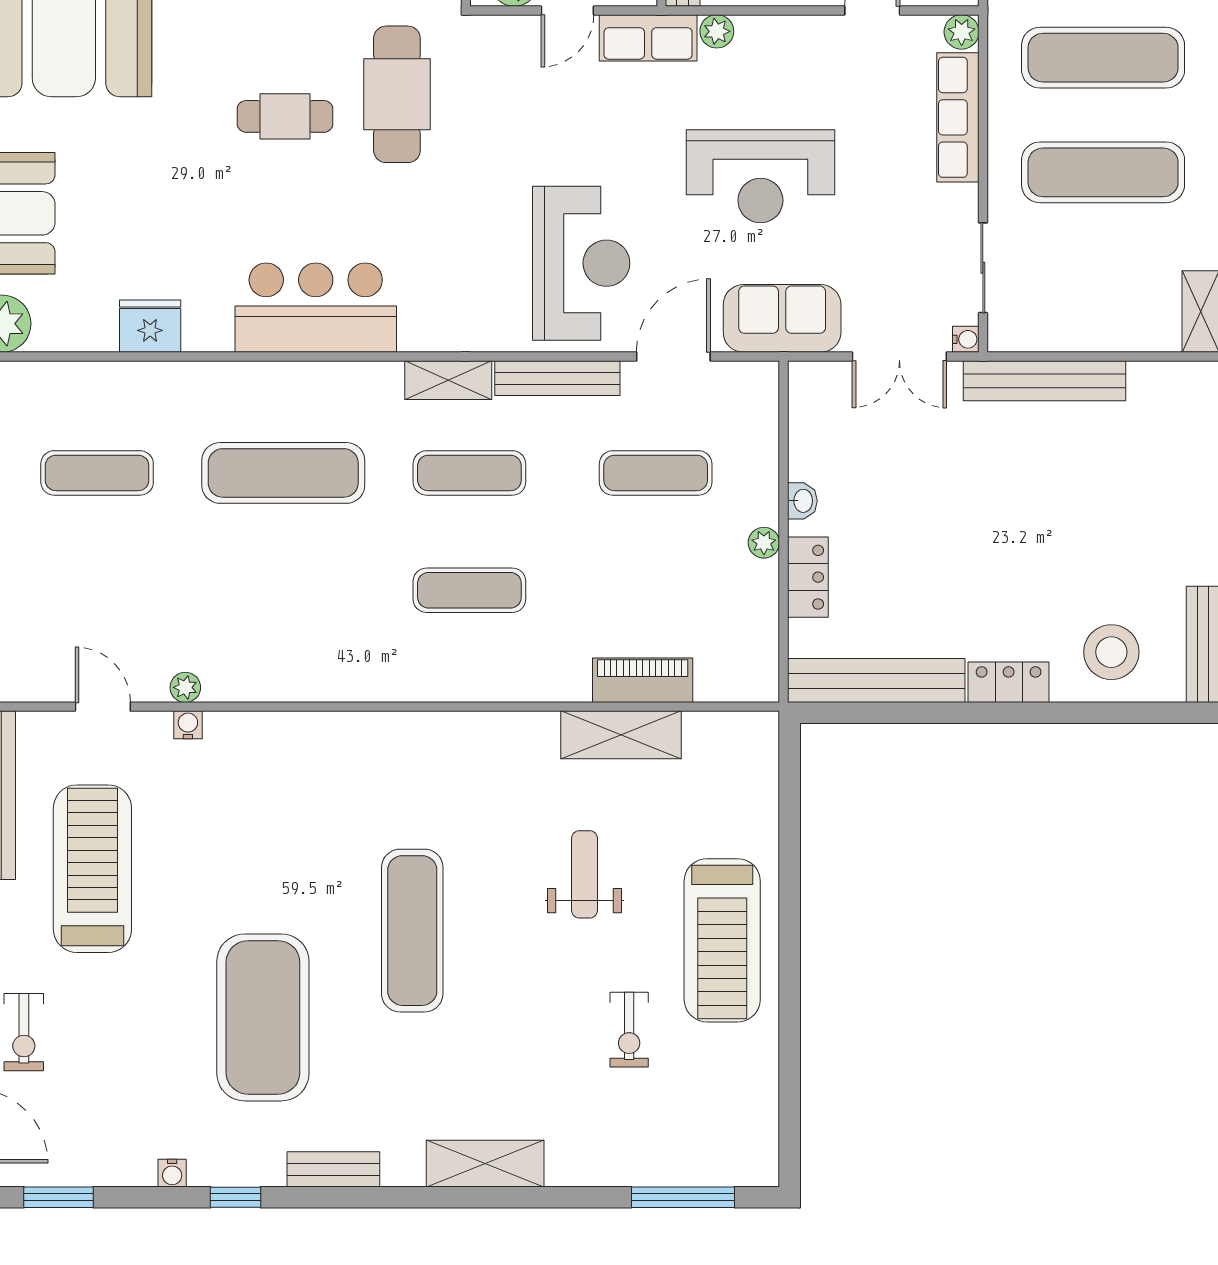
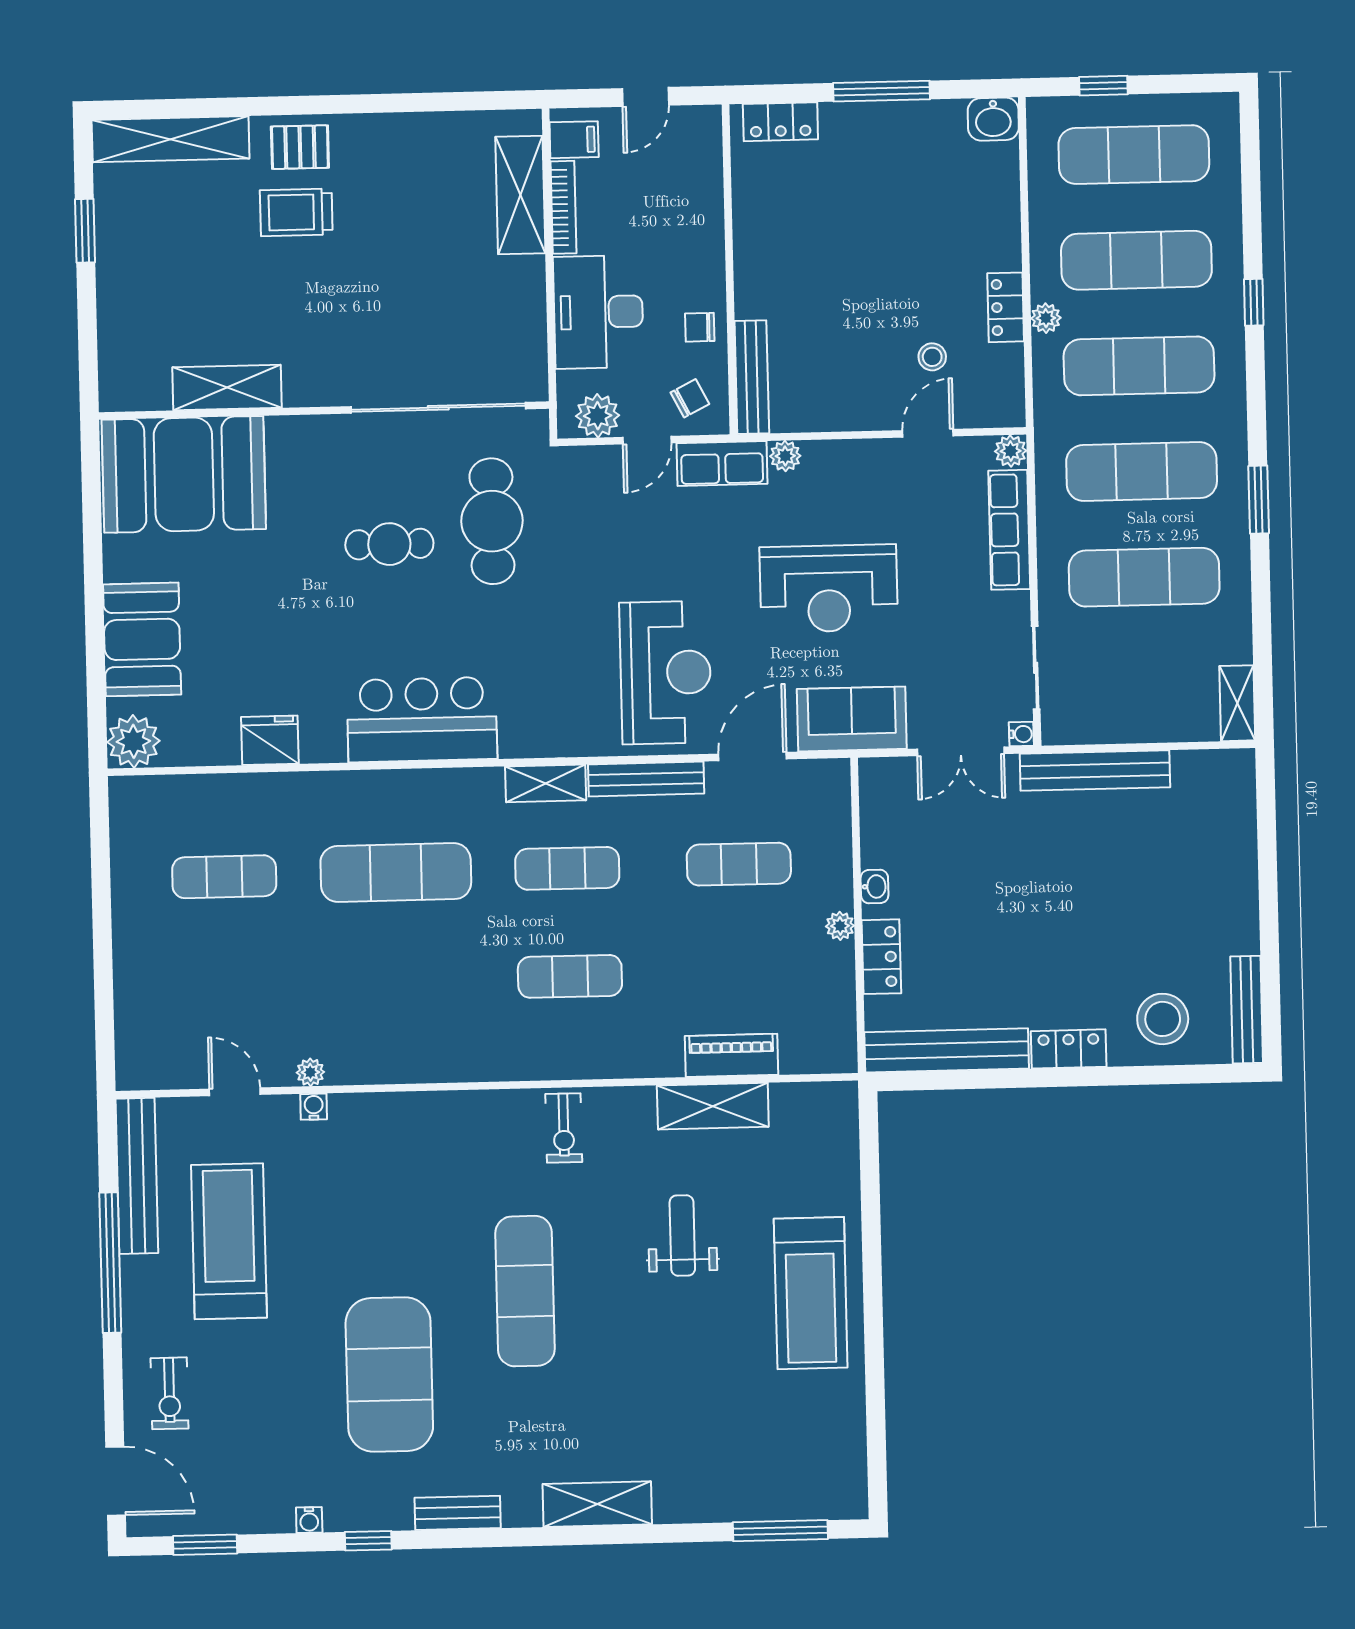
exercise bike: (629, 1030) -> (564, 1128), moved

